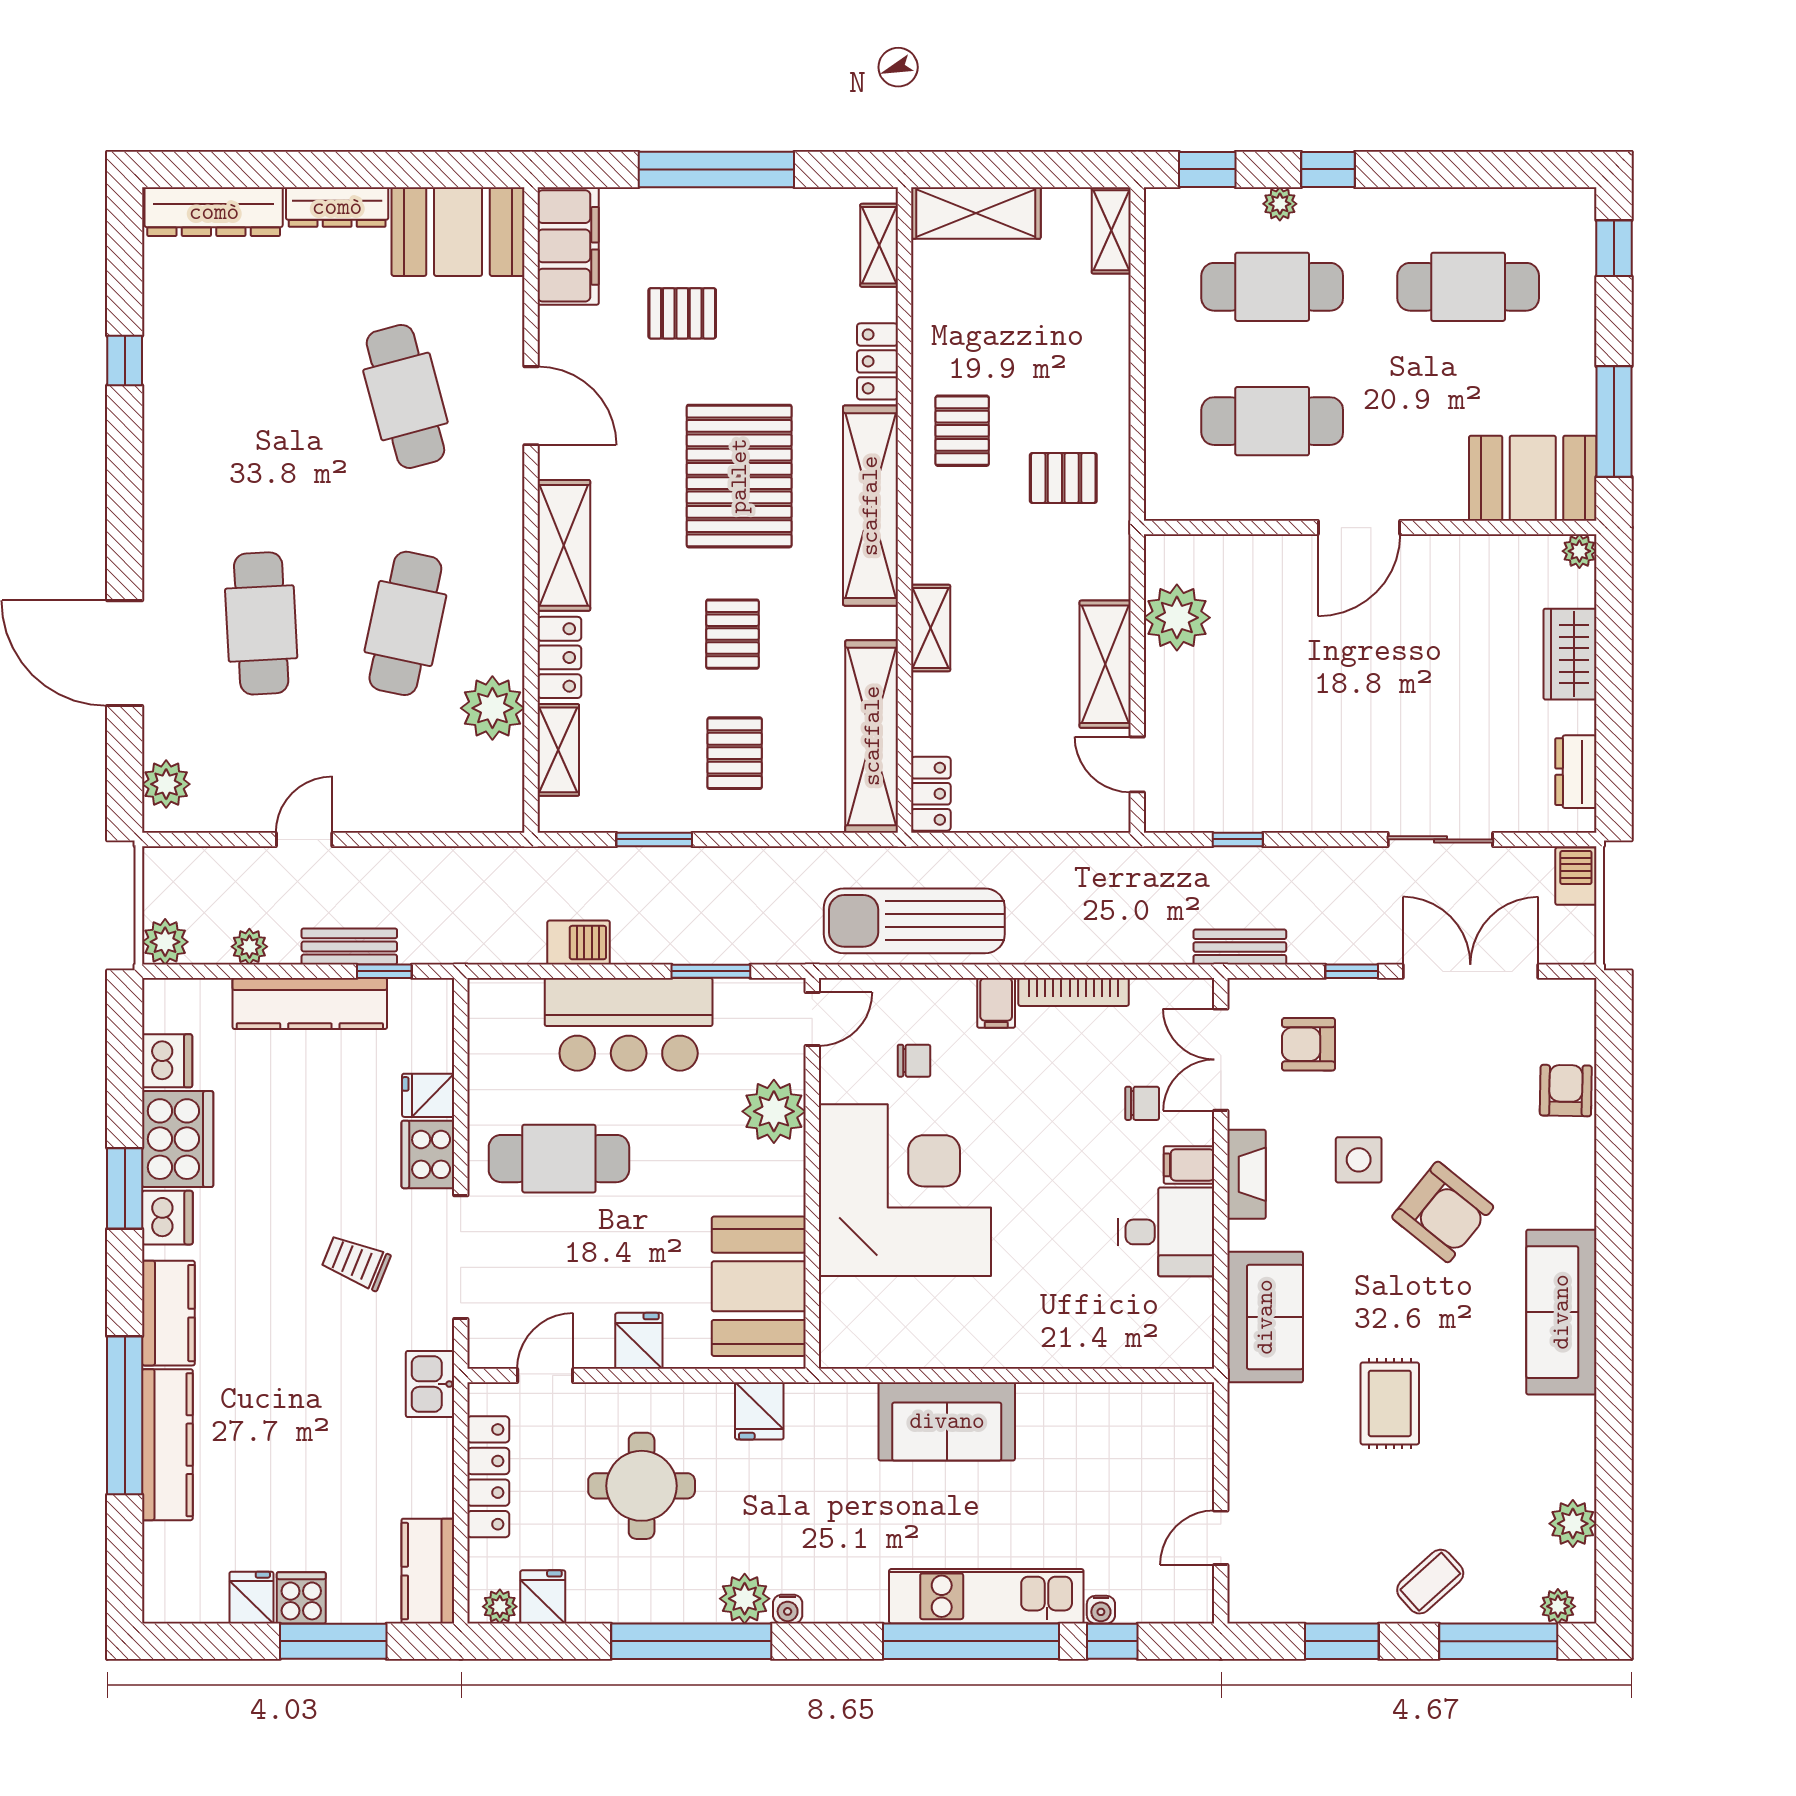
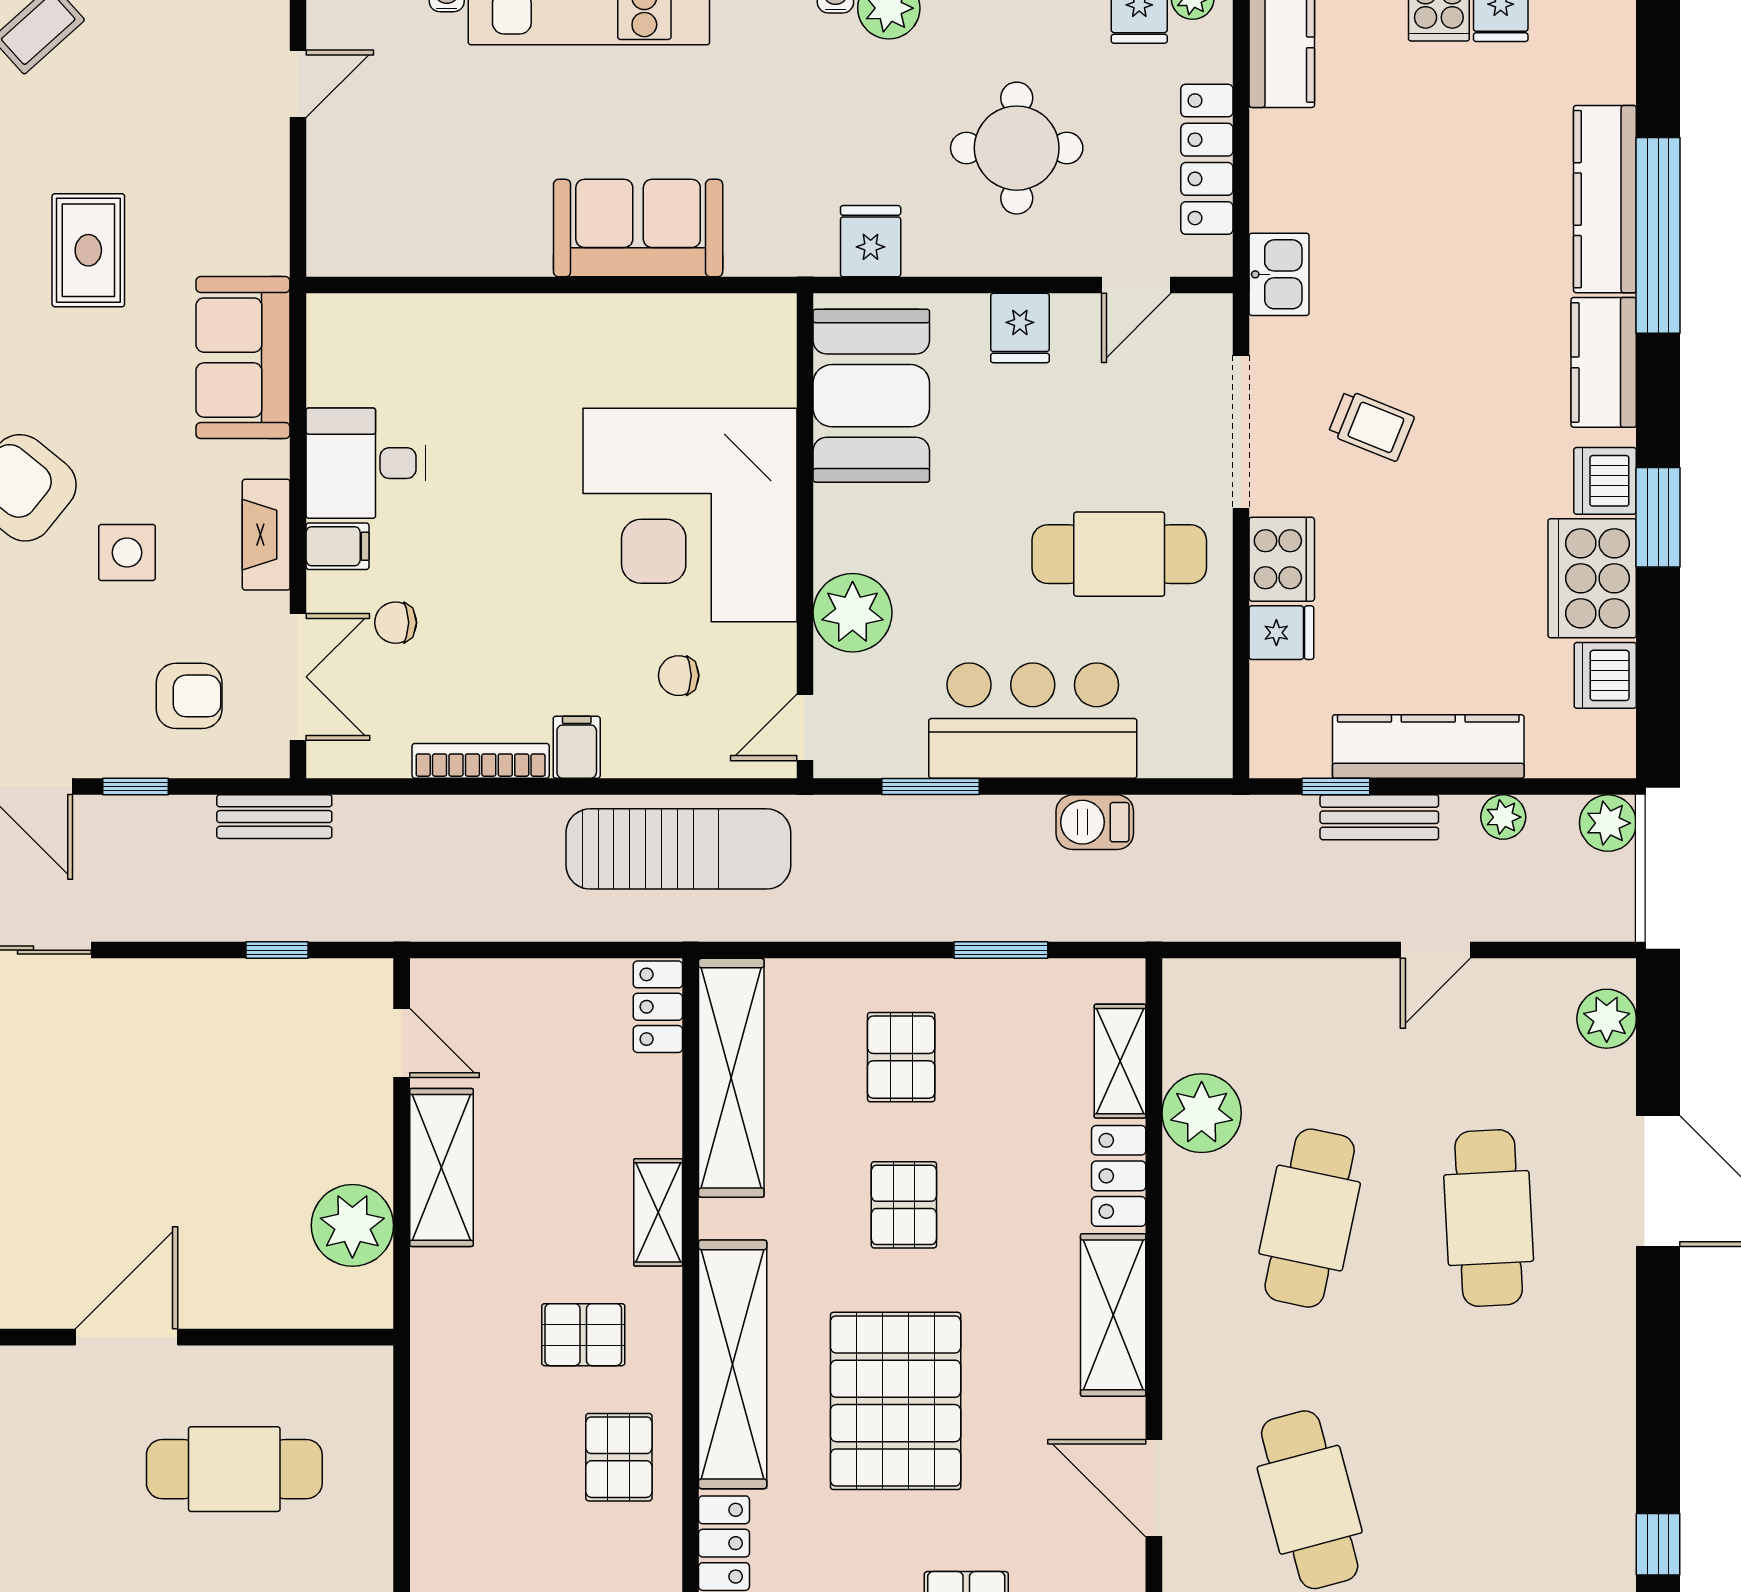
pallet: (1063, 478) -> (583, 1335), moved

